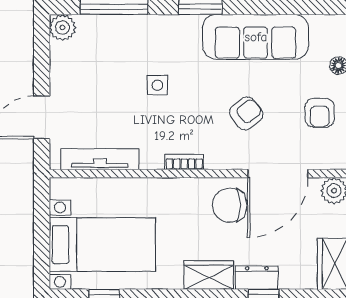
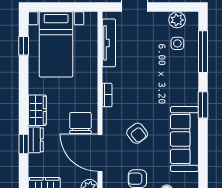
plant: (62, 27) -> (177, 20), moved
side table: (157, 85) -> (177, 43), moved

